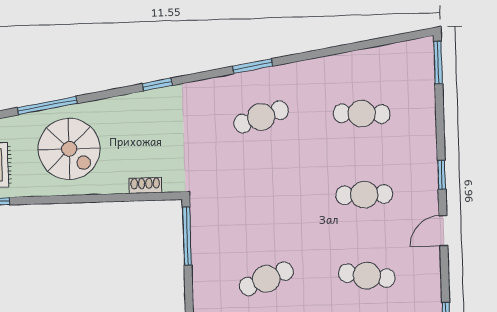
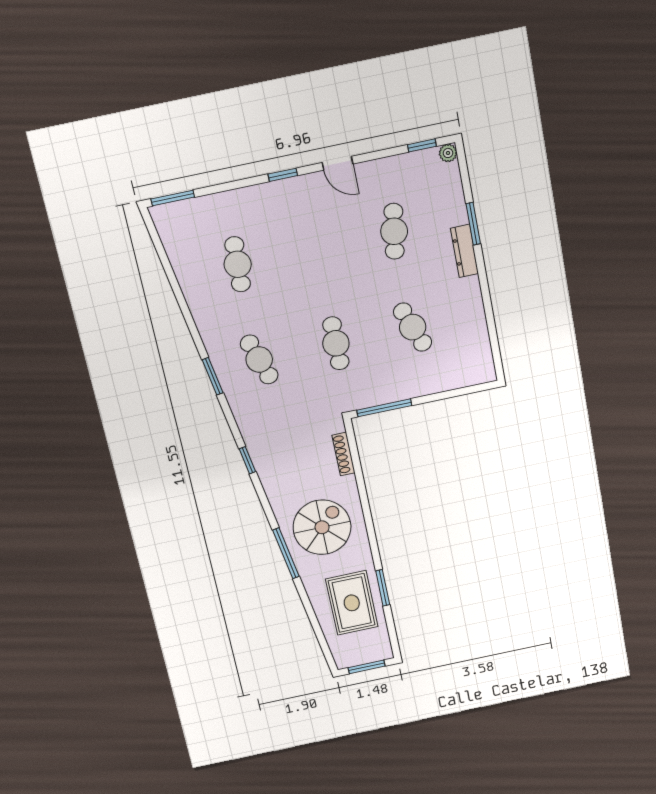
shoe rack: (145, 185) -> (344, 454), width x1.43
cafe table: (364, 195) -> (336, 343), moved

